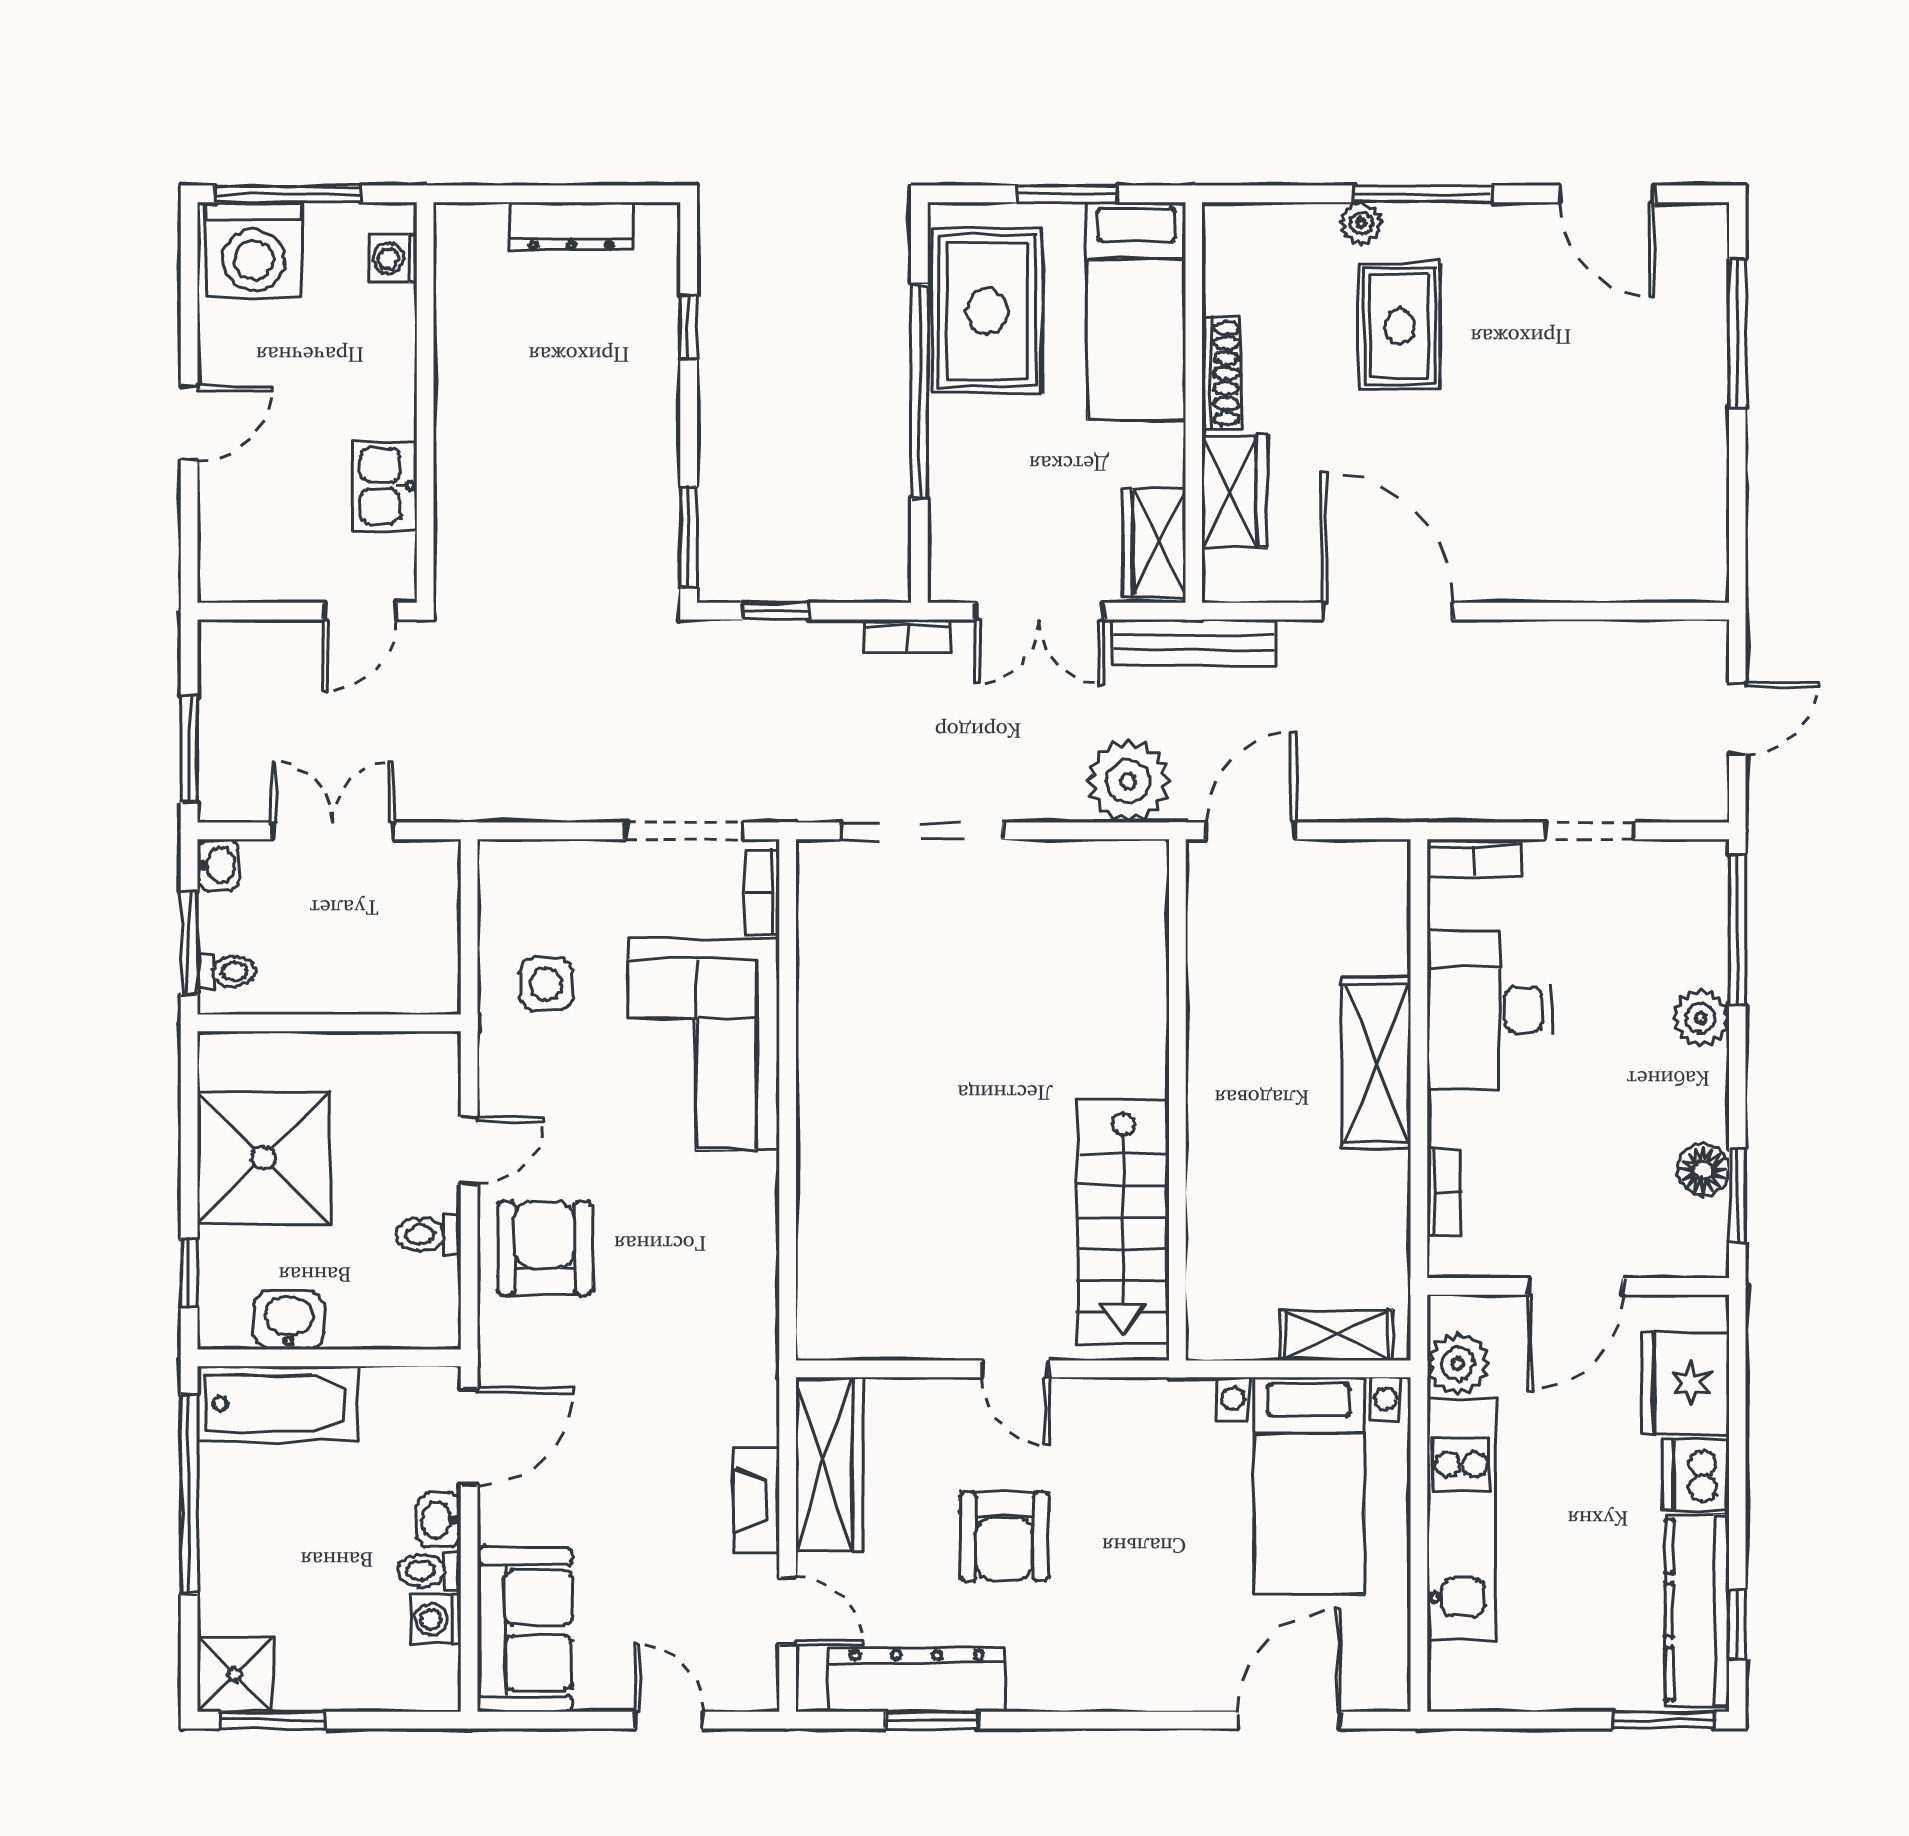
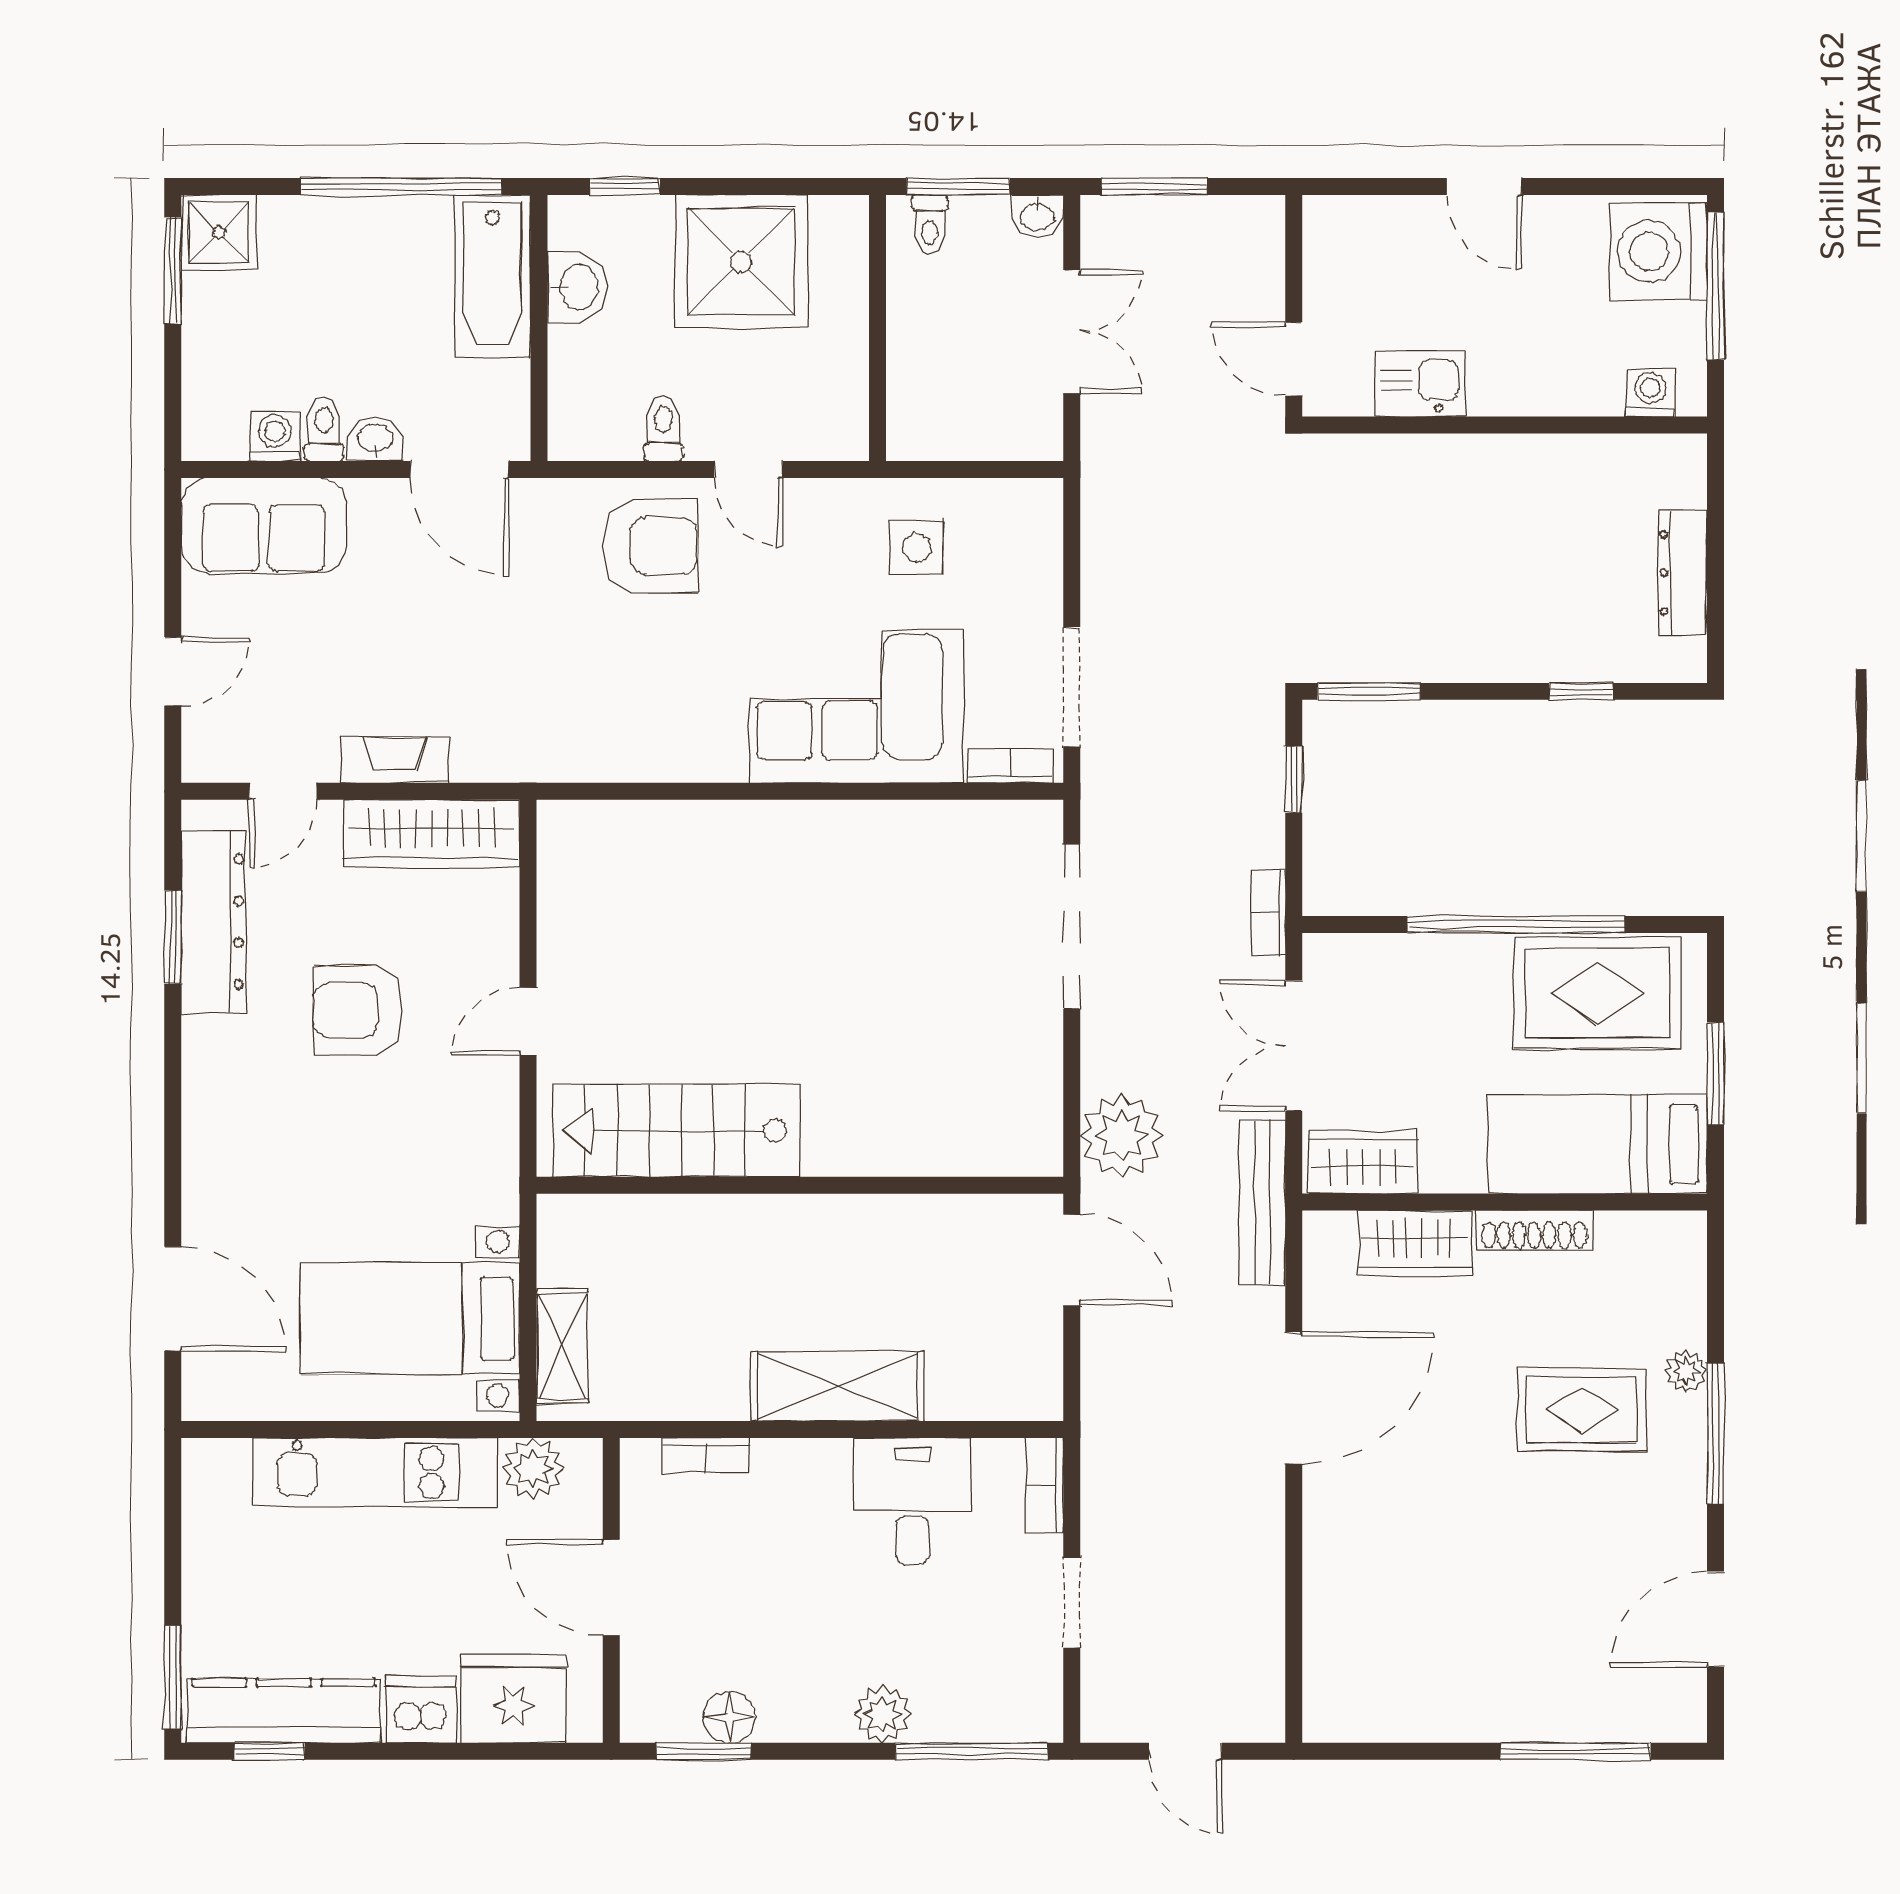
desk: (1490, 1010) -> (913, 1501), width x0.73

